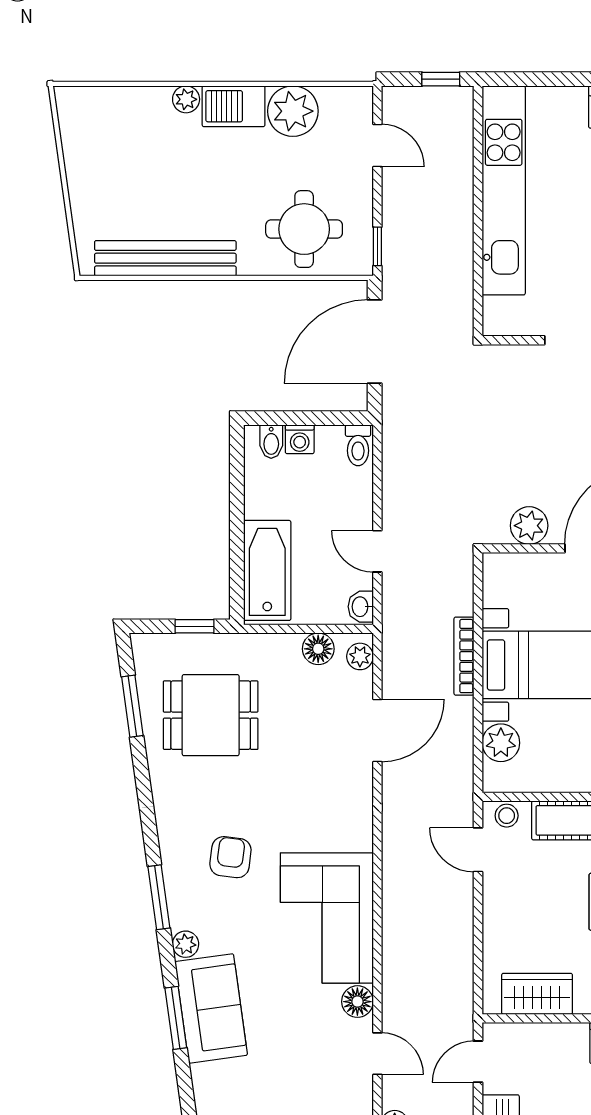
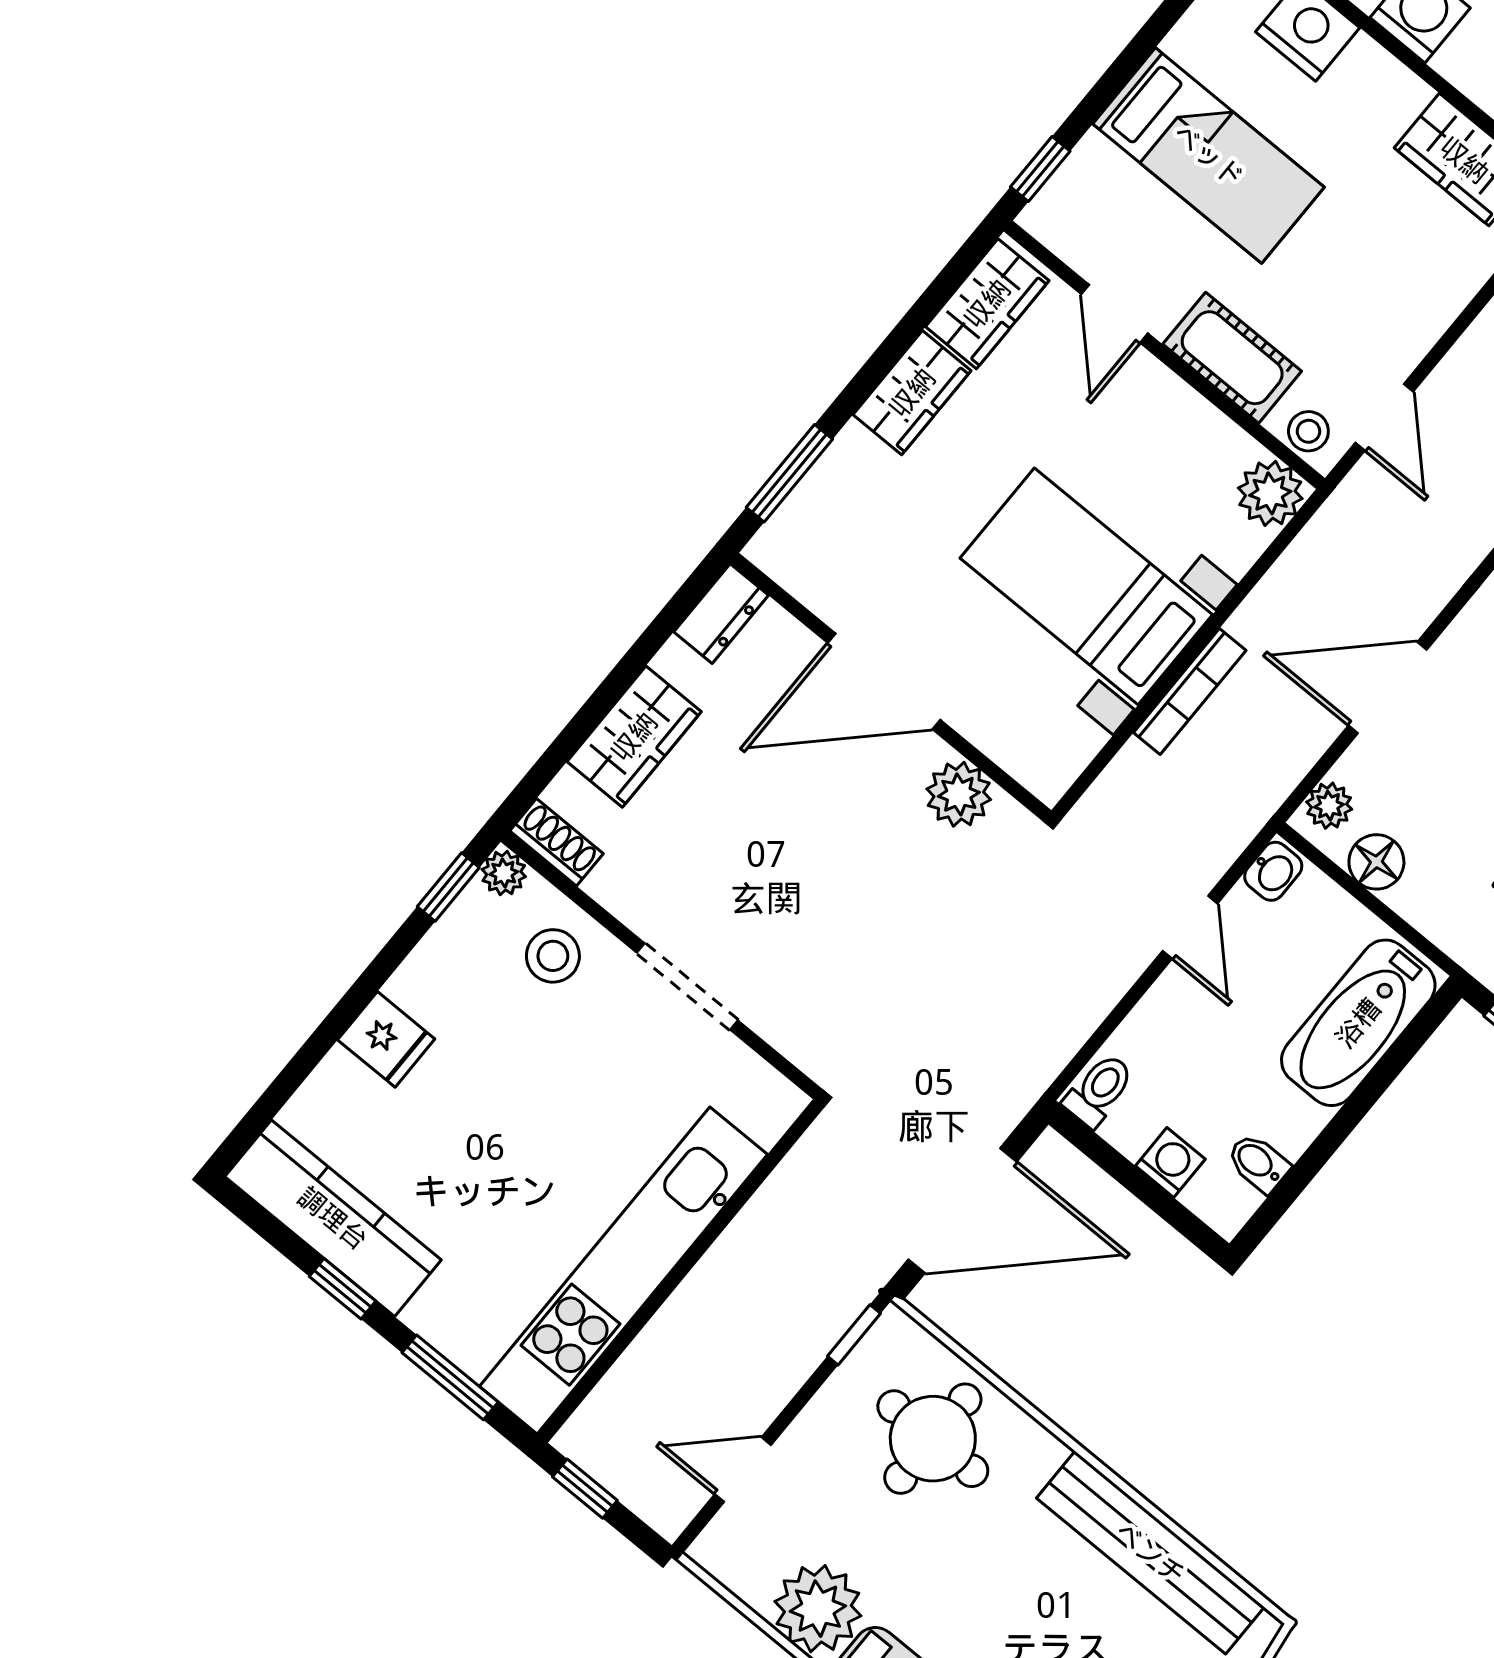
window: (542, 79) -> (450, 1377), added
door: (377, 146) -> (743, 1470), hinge flipped
bidet: (271, 442) -> (1258, 1163), moved, turned -90
plant: (501, 743) -> (1270, 493), moved

